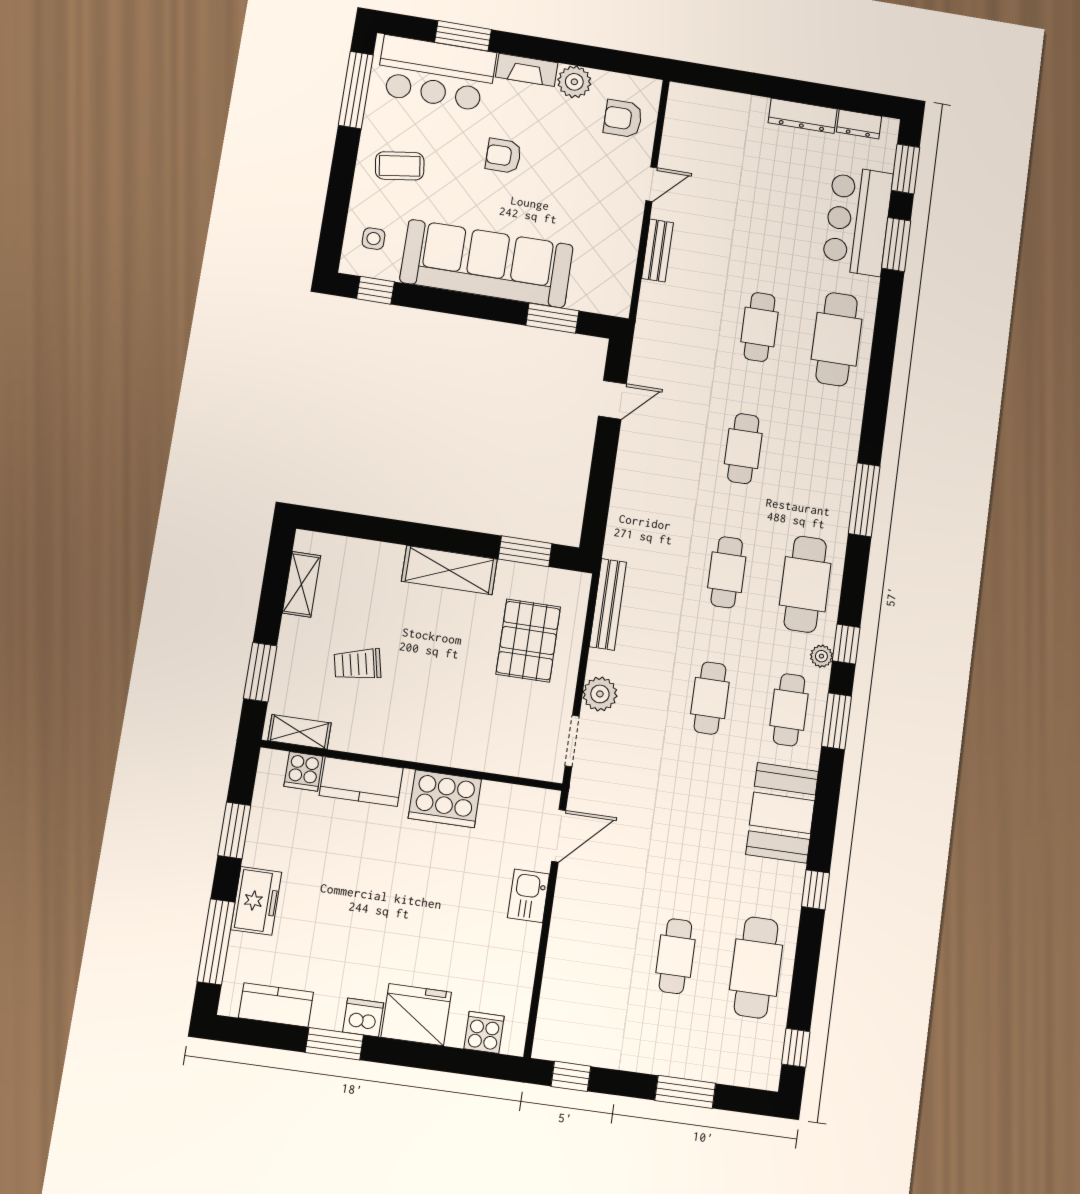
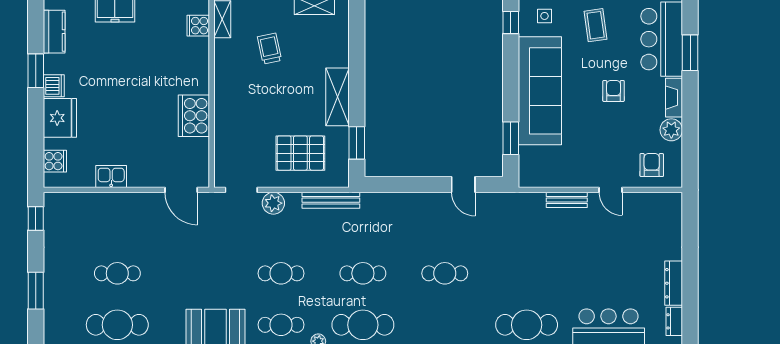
cafe table: (760, 327) -> (527, 273), removed
kitchen counter: (361, 782) -> (197, 62), removed
kitchen sink: (528, 896) -> (111, 176), moved

